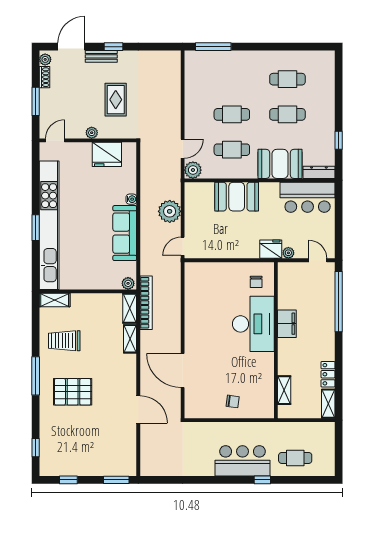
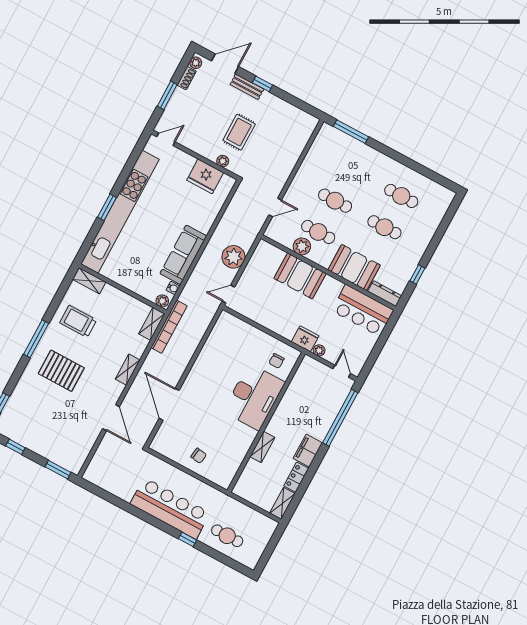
plant: (92, 133) -> (223, 161), moved
plant: (193, 170) -> (302, 246), moved
water cooler: (131, 199) -> (173, 288), moved
filing cabinet: (287, 324) -> (308, 451), moved, turned 180
shelving: (130, 339) -> (128, 370), moved
shelving: (284, 390) -> (262, 447), moved
bar counter: (242, 461) -> (170, 508), width x1.36

